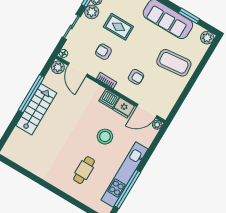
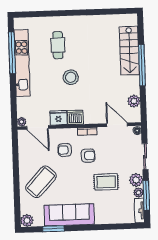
armchair: (103, 52) -> (88, 156), moved
coffee table: (174, 63) -> (41, 182), turned -41
plant: (58, 67) -> (134, 101), moved
window: (31, 94) -> (142, 65), moved
stairs: (36, 109) -> (129, 51), moved
door: (147, 111) -> (38, 127), swing flipped
stool: (105, 137) -> (71, 77), moved

